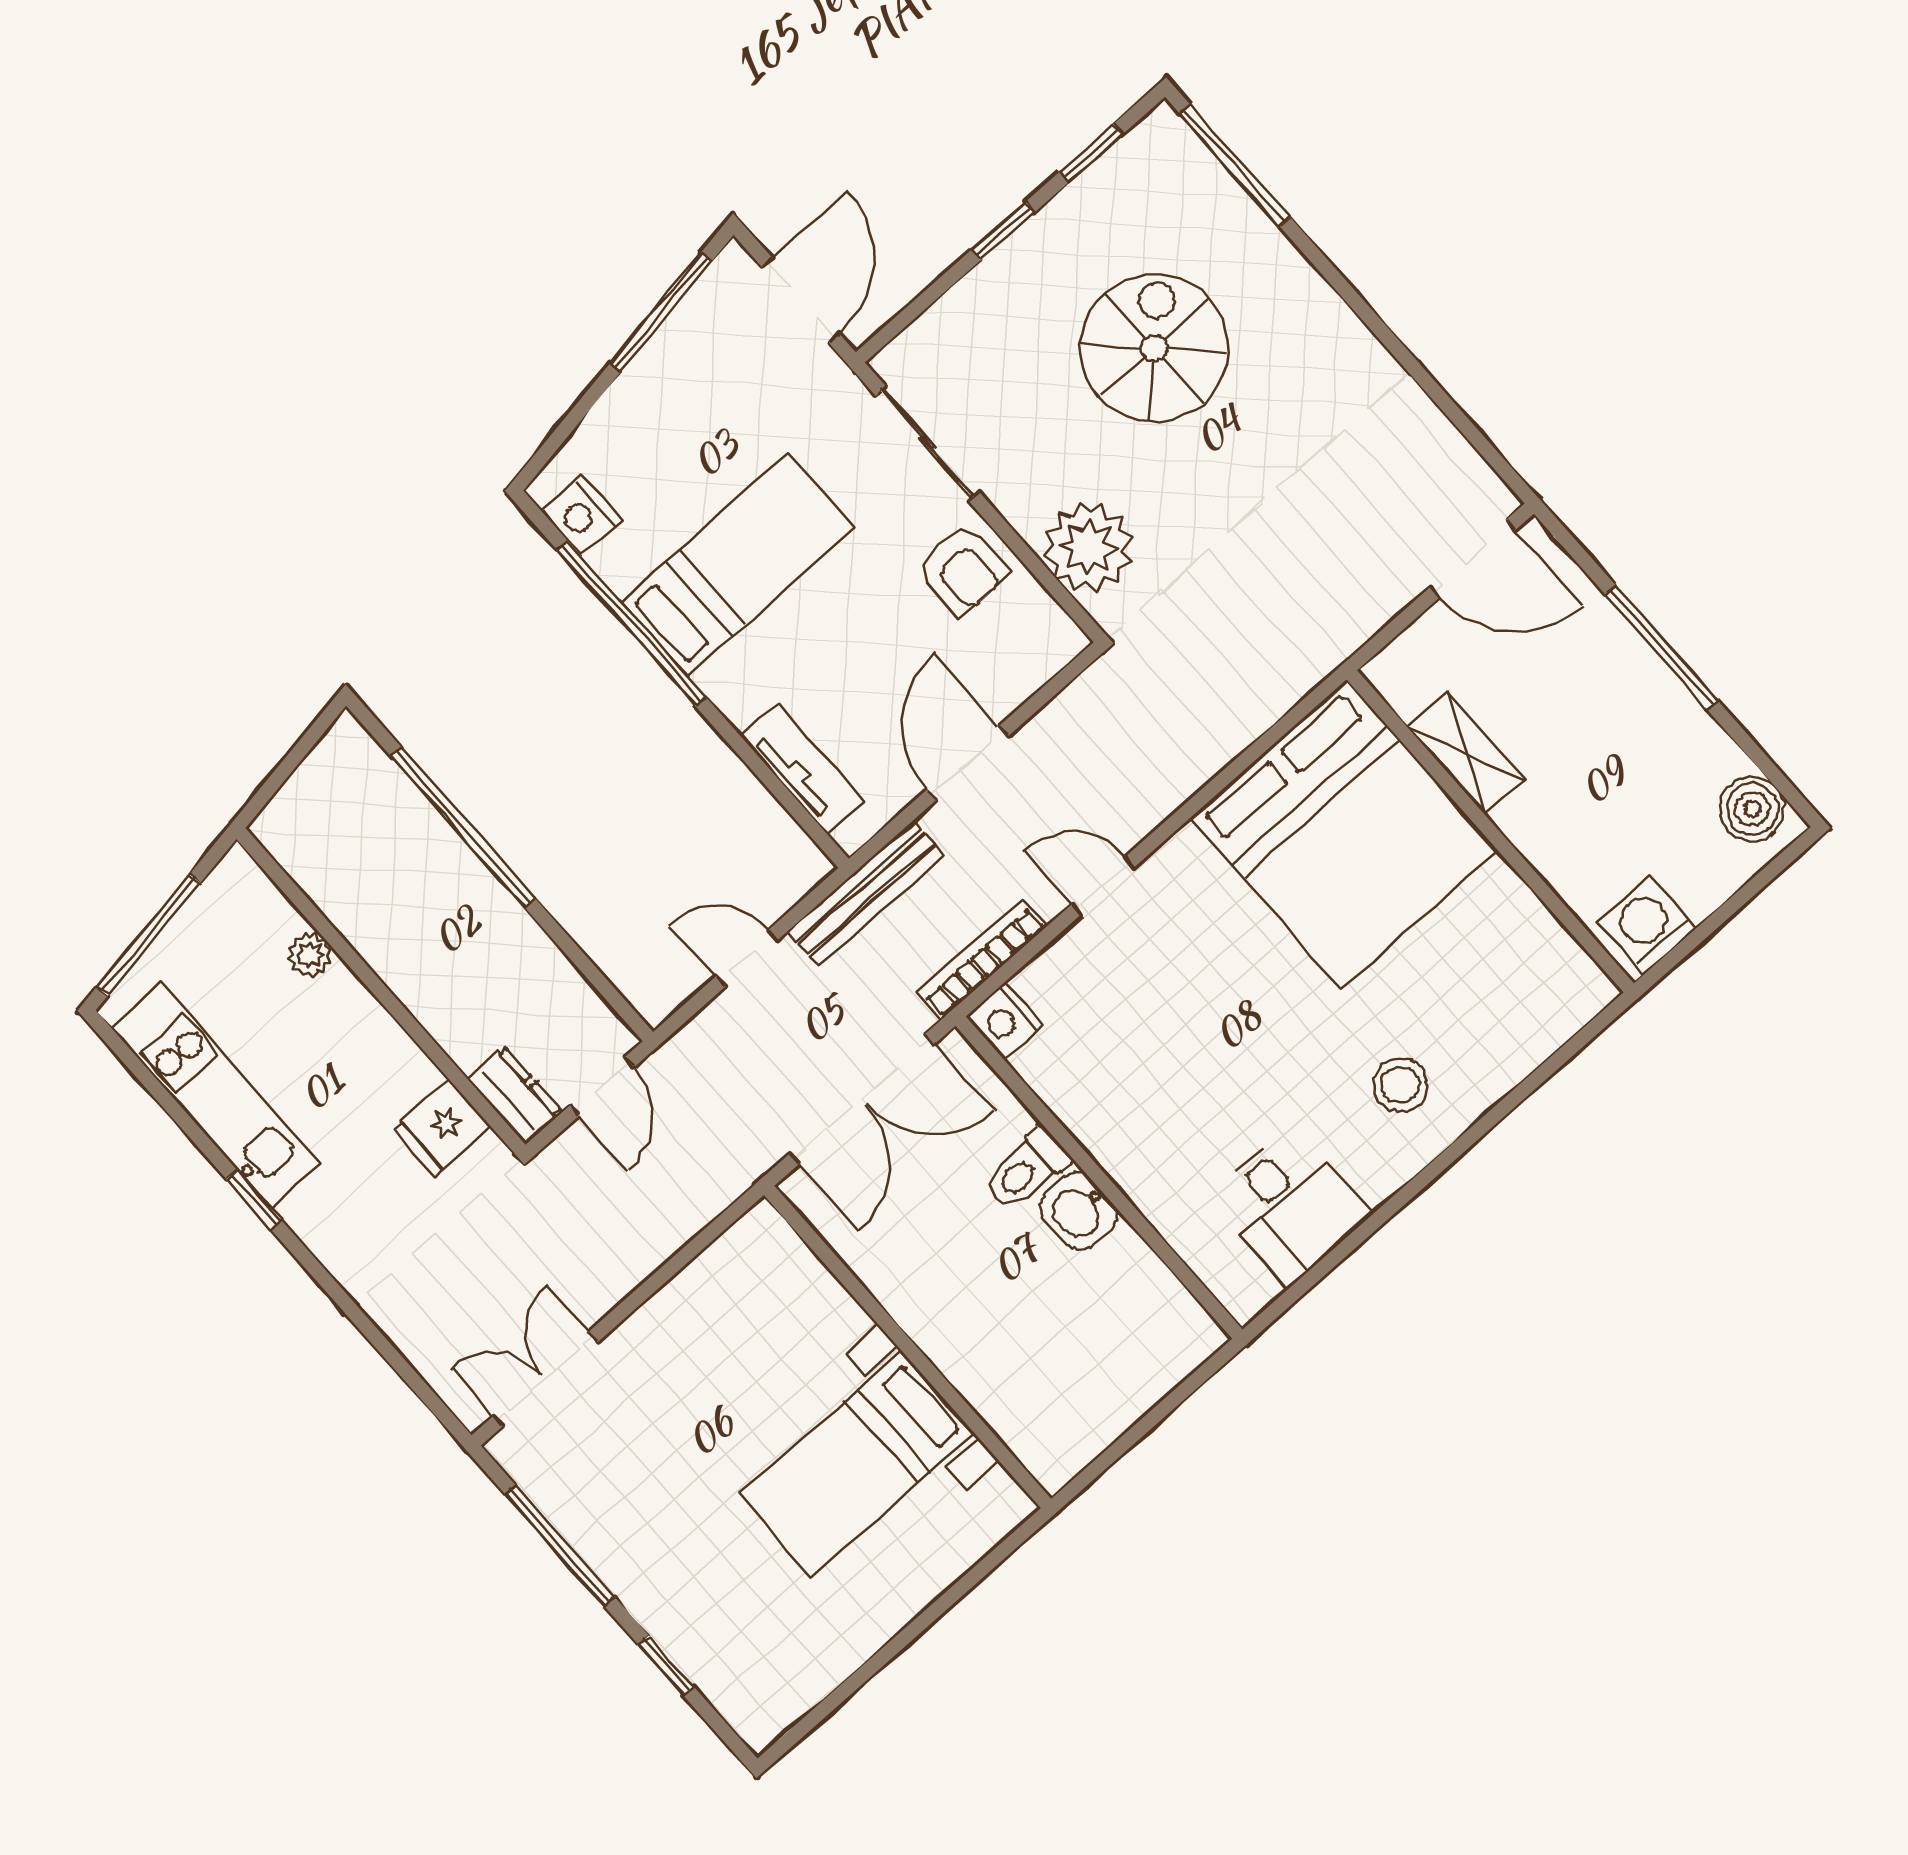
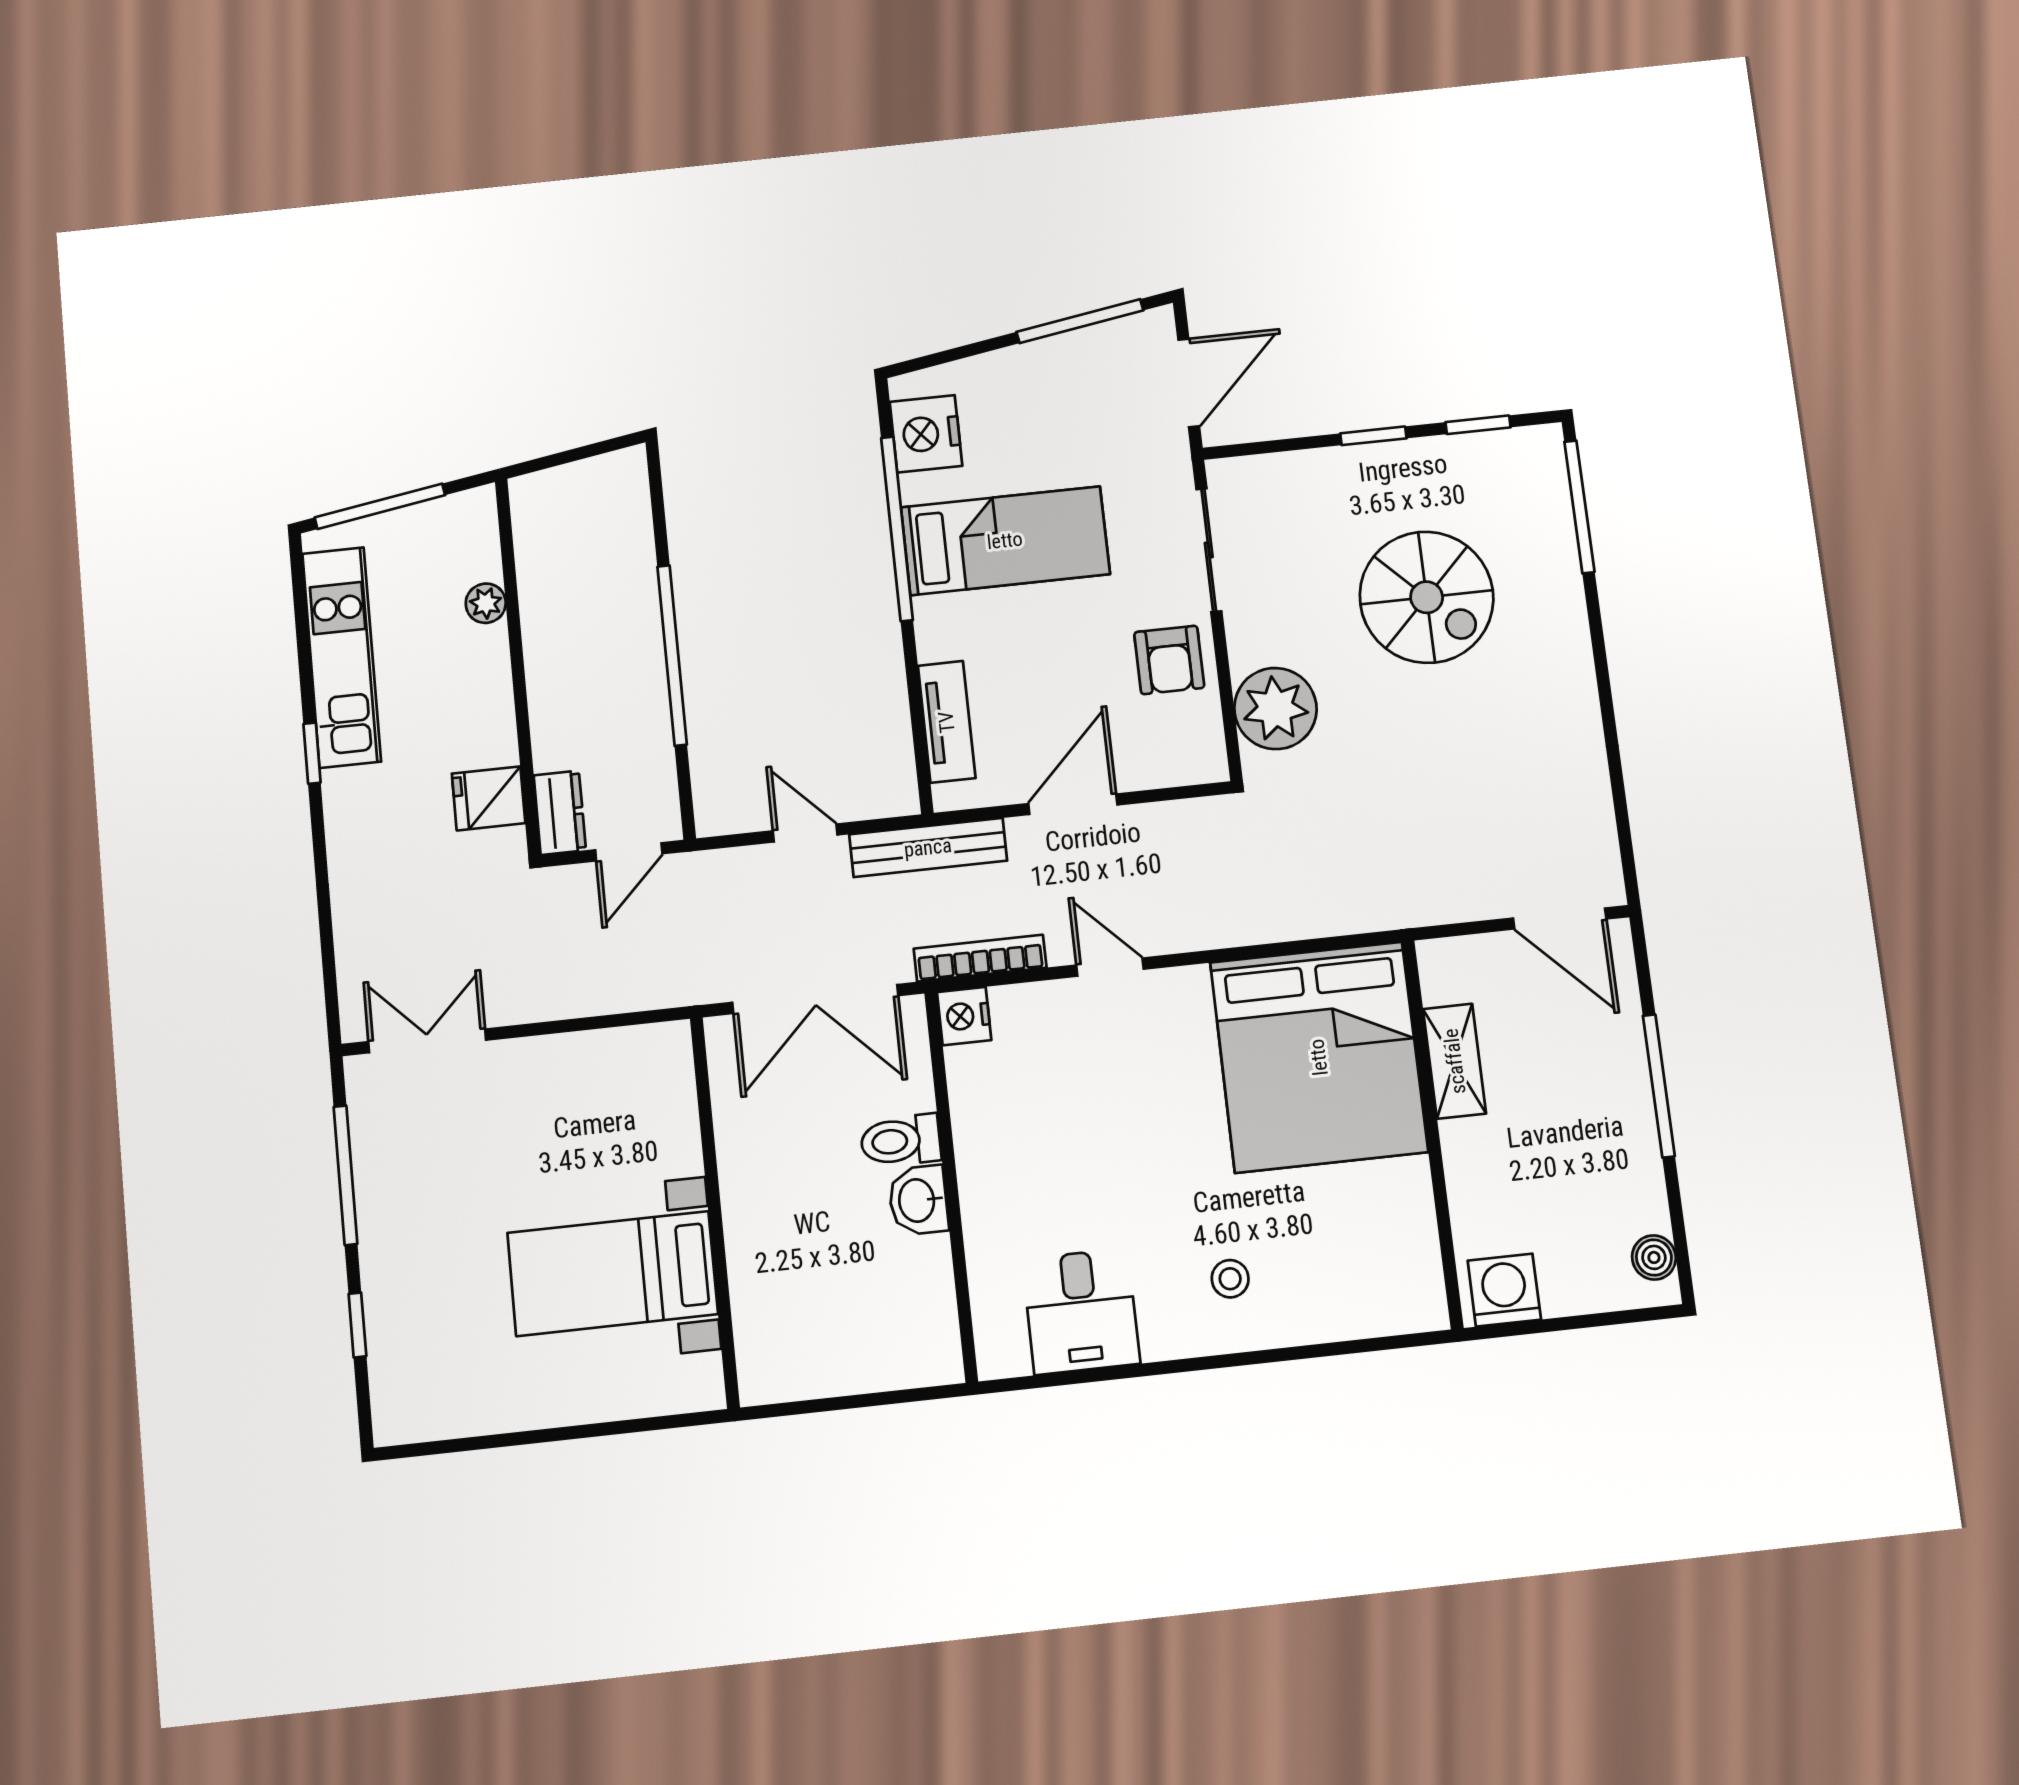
spiral stairs: (1154, 348) -> (1427, 597), turned 90
nightstand: (581, 515) -> (926, 434), width x1.36, depth x1.33
boiler: (1752, 809) -> (1654, 1257), width x0.73, depth x0.73
window: (463, 827) -> (672, 655), moved
stool: (1400, 1085) -> (1230, 1279), width x0.73, depth x0.73

